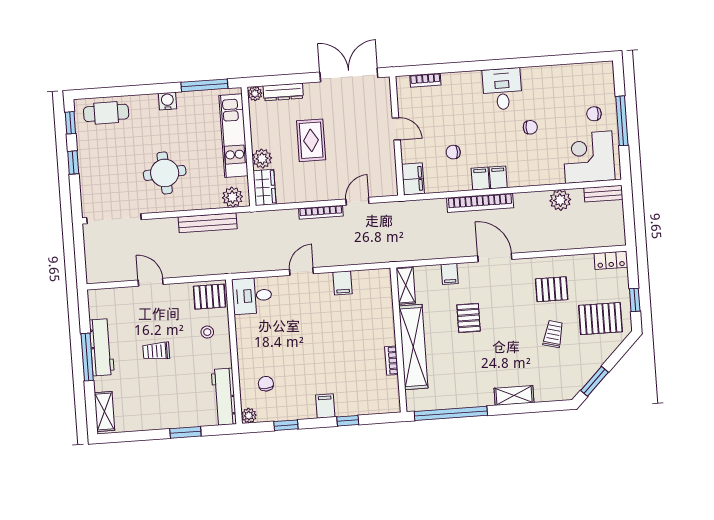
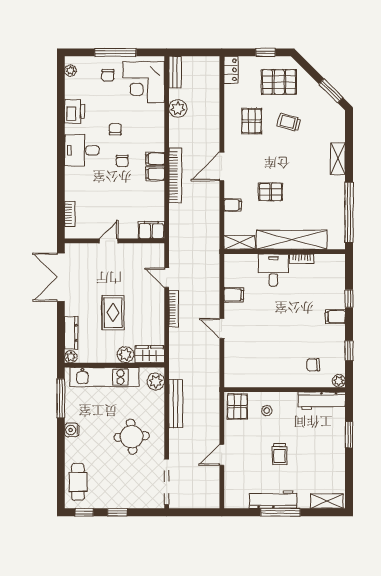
plant: (596, 69) -> (70, 71), added
printer: (548, 77) -> (75, 111), added
rug: (311, 140) -> (113, 313), turned 90
chair: (453, 152) -> (122, 161), moved
desk: (252, 296) -> (273, 270), moved, turned 180
pallet: (600, 319) -> (279, 82), turned 90

